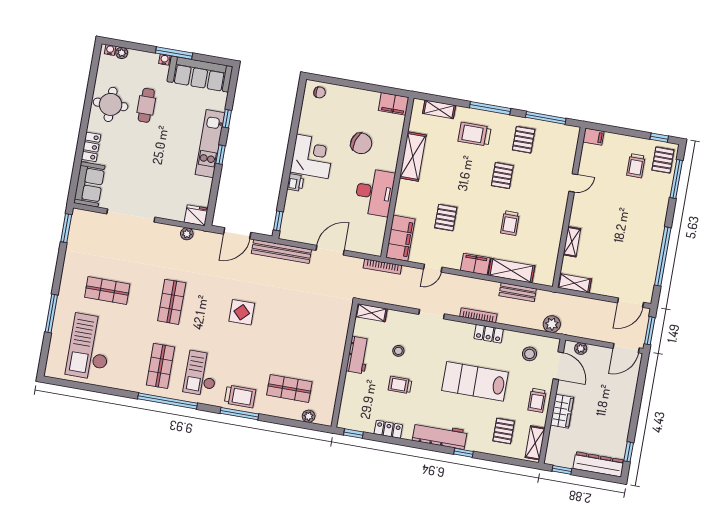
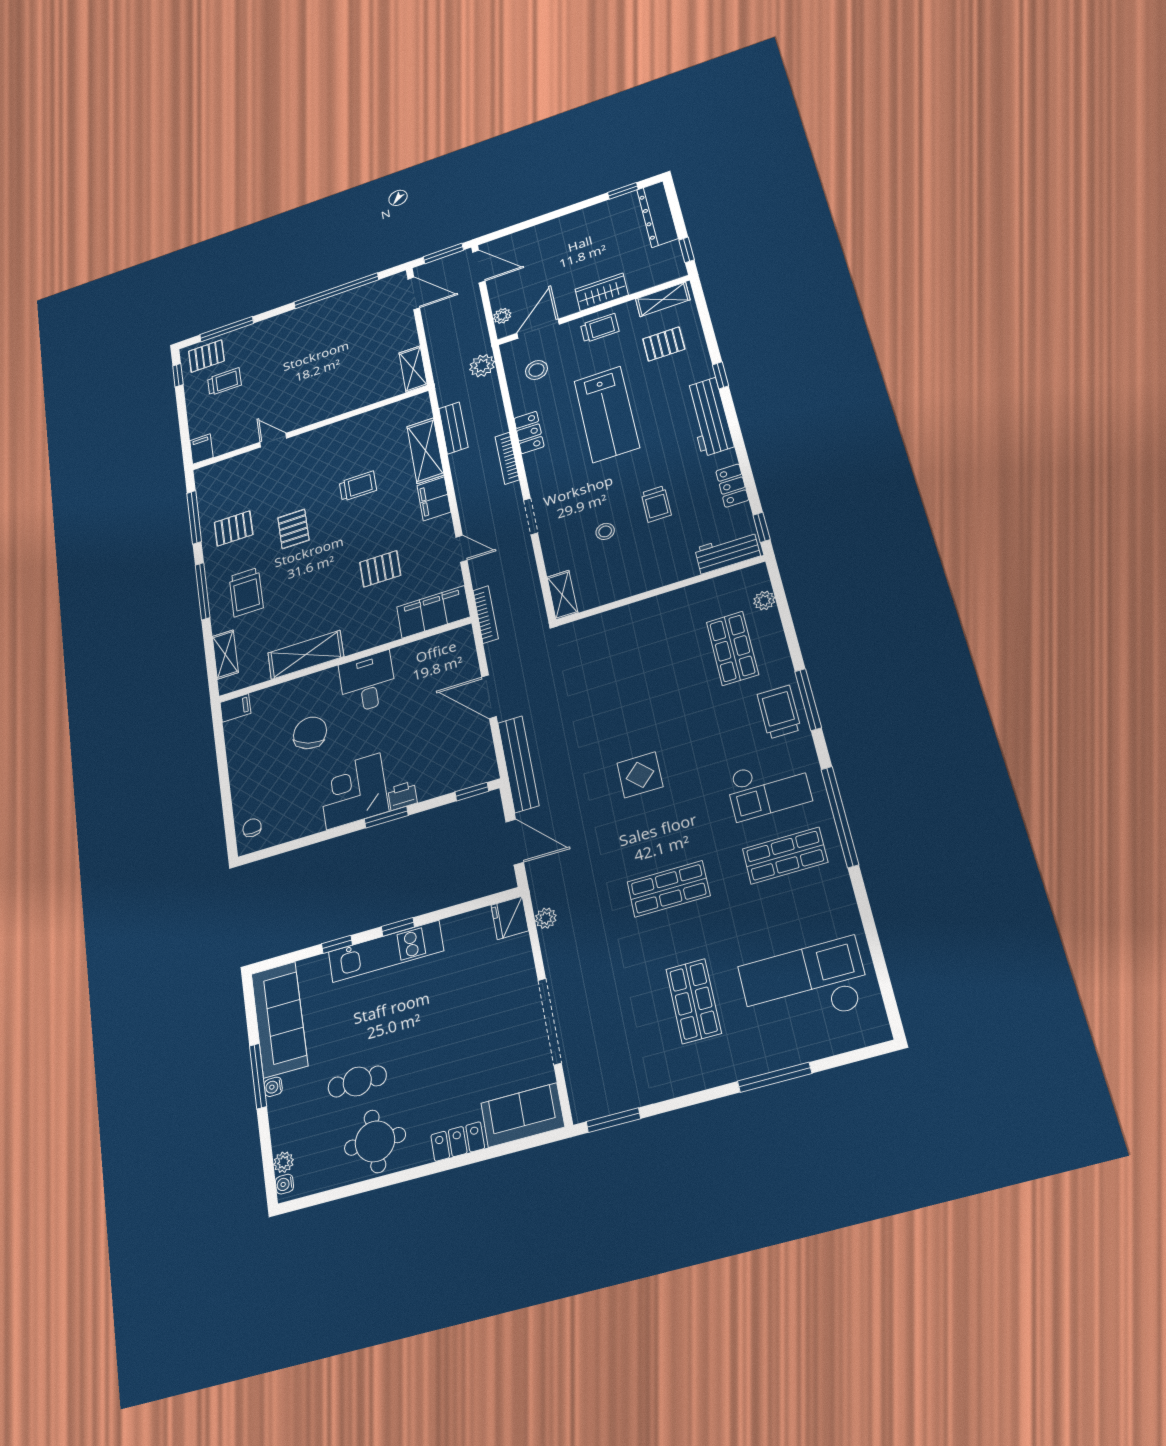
filing cabinet: (394, 104) -> (235, 708), width x0.50
window: (287, 169) -> (386, 817), added
pallet: (502, 176) -> (293, 529), turned 90
desk: (375, 192) -> (368, 682), width x0.73
shelving: (572, 242) -> (356, 401), removed
checkout: (90, 347) -> (805, 985), turned 180
workbench: (358, 355) -> (727, 552), moved

